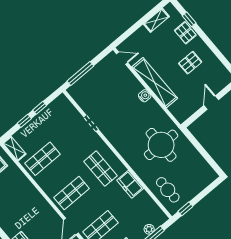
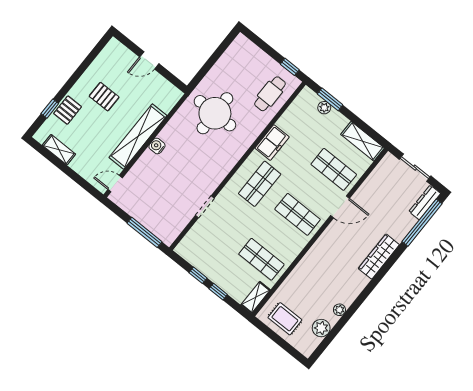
door: (122, 58) -> (115, 184), hinge flipped

